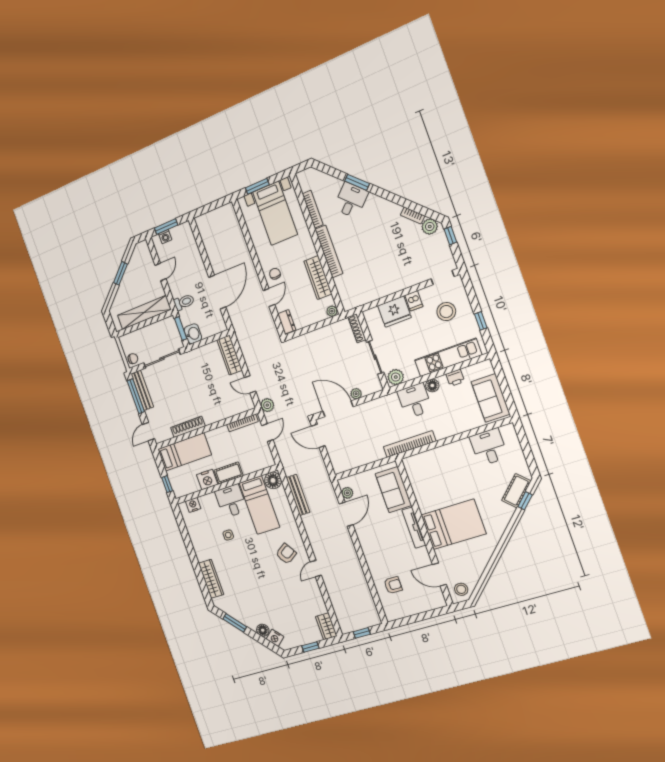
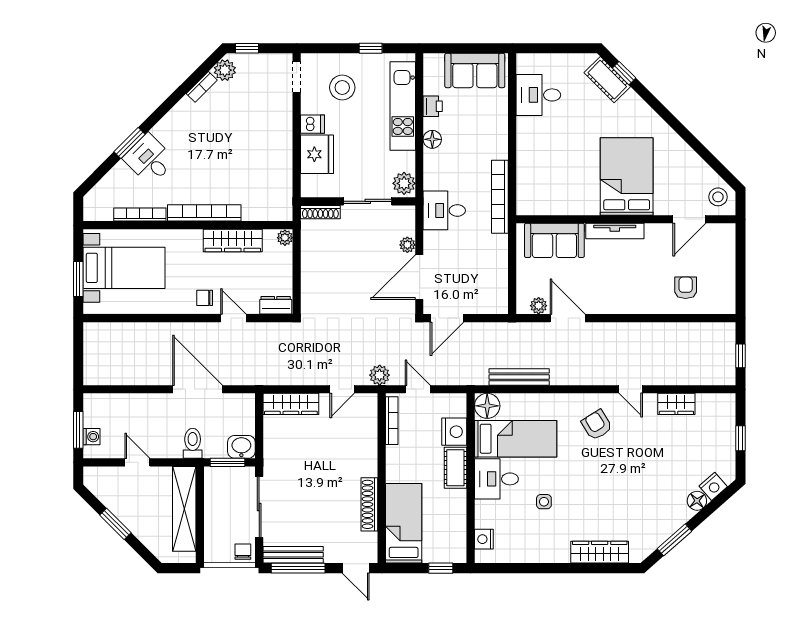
desk: (415, 401) -> (444, 210), moved
nightstand: (207, 480) -> (454, 432), moved
wardrobe: (326, 626) -> (676, 404), moved

